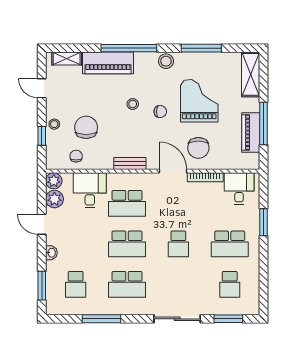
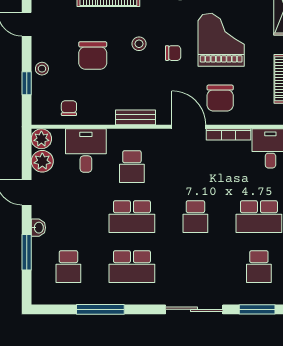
chair: (86, 127) -> (93, 55), moved, turned 180
school desk: (127, 203) -> (132, 167), width x0.54
window: (42, 286) -> (27, 252), moved

